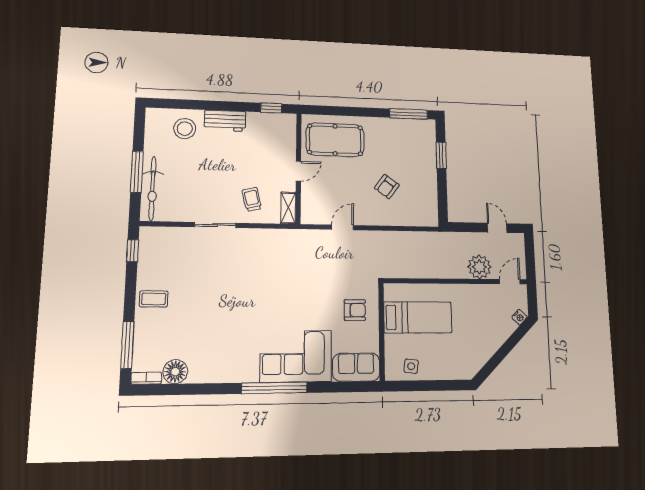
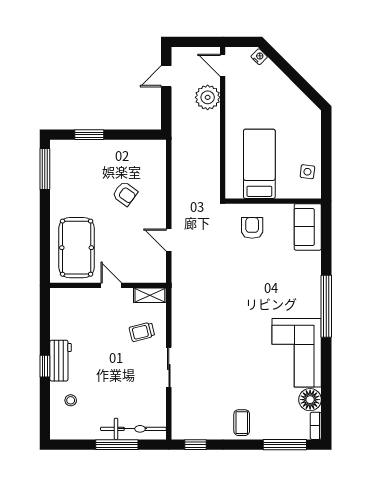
window: (271, 108) -> (45, 366), moved
stool: (185, 129) -> (71, 400), width x0.53, depth x0.53
corner sofa: (296, 356) -> (297, 353), moved

